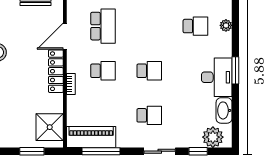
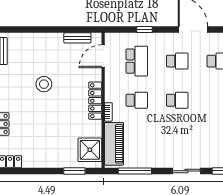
door: (65, 36) -> (103, 56), moved
school desk: (149, 115) -> (177, 61), moved
piano: (91, 137) -> (114, 144), moved, turned 90

